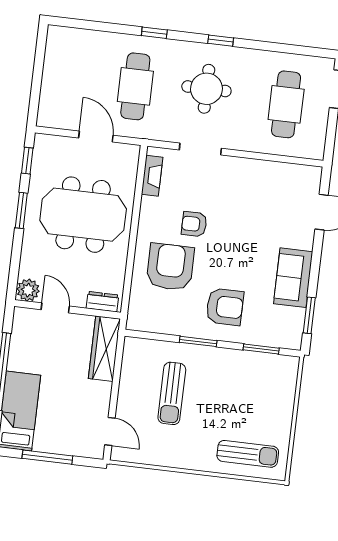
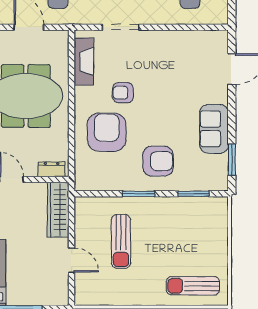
fireplace: (152, 176) -> (84, 62), width x1.37, depth x1.32
door: (110, 431) -> (72, 260), moved
sun lounger: (248, 454) -> (193, 286), turned 180

